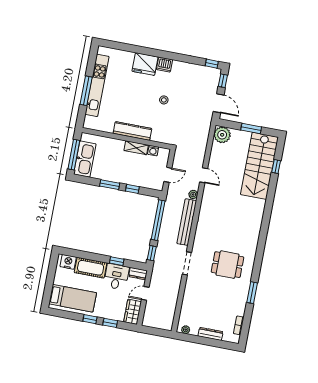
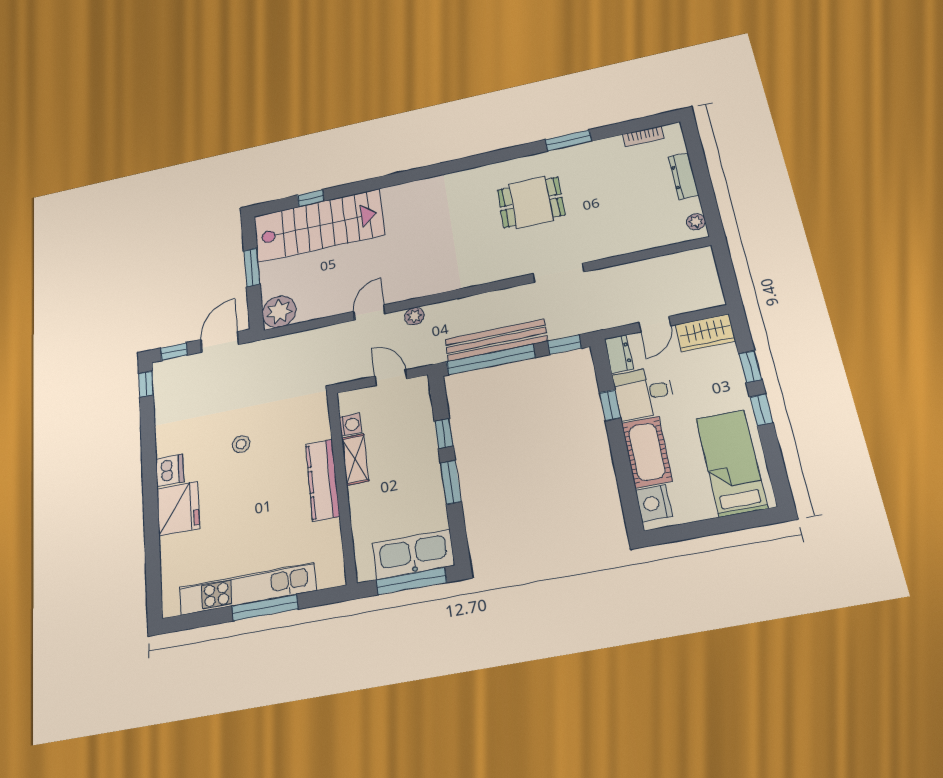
bench: (187, 222) -> (496, 340), moved
dining table: (227, 265) -> (531, 202), turned 90
door: (145, 293) -> (655, 324), hinge flipped

